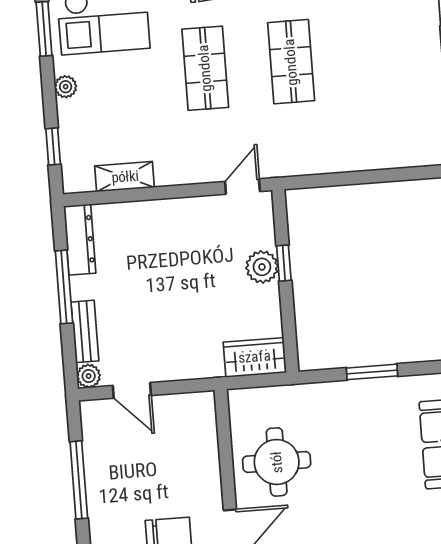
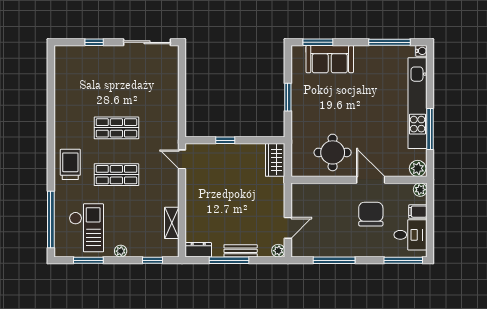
dresser: (80, 240) -> (198, 250), width x0.70
plant: (262, 267) -> (226, 152), removed
bench: (85, 331) -> (241, 251), moved

